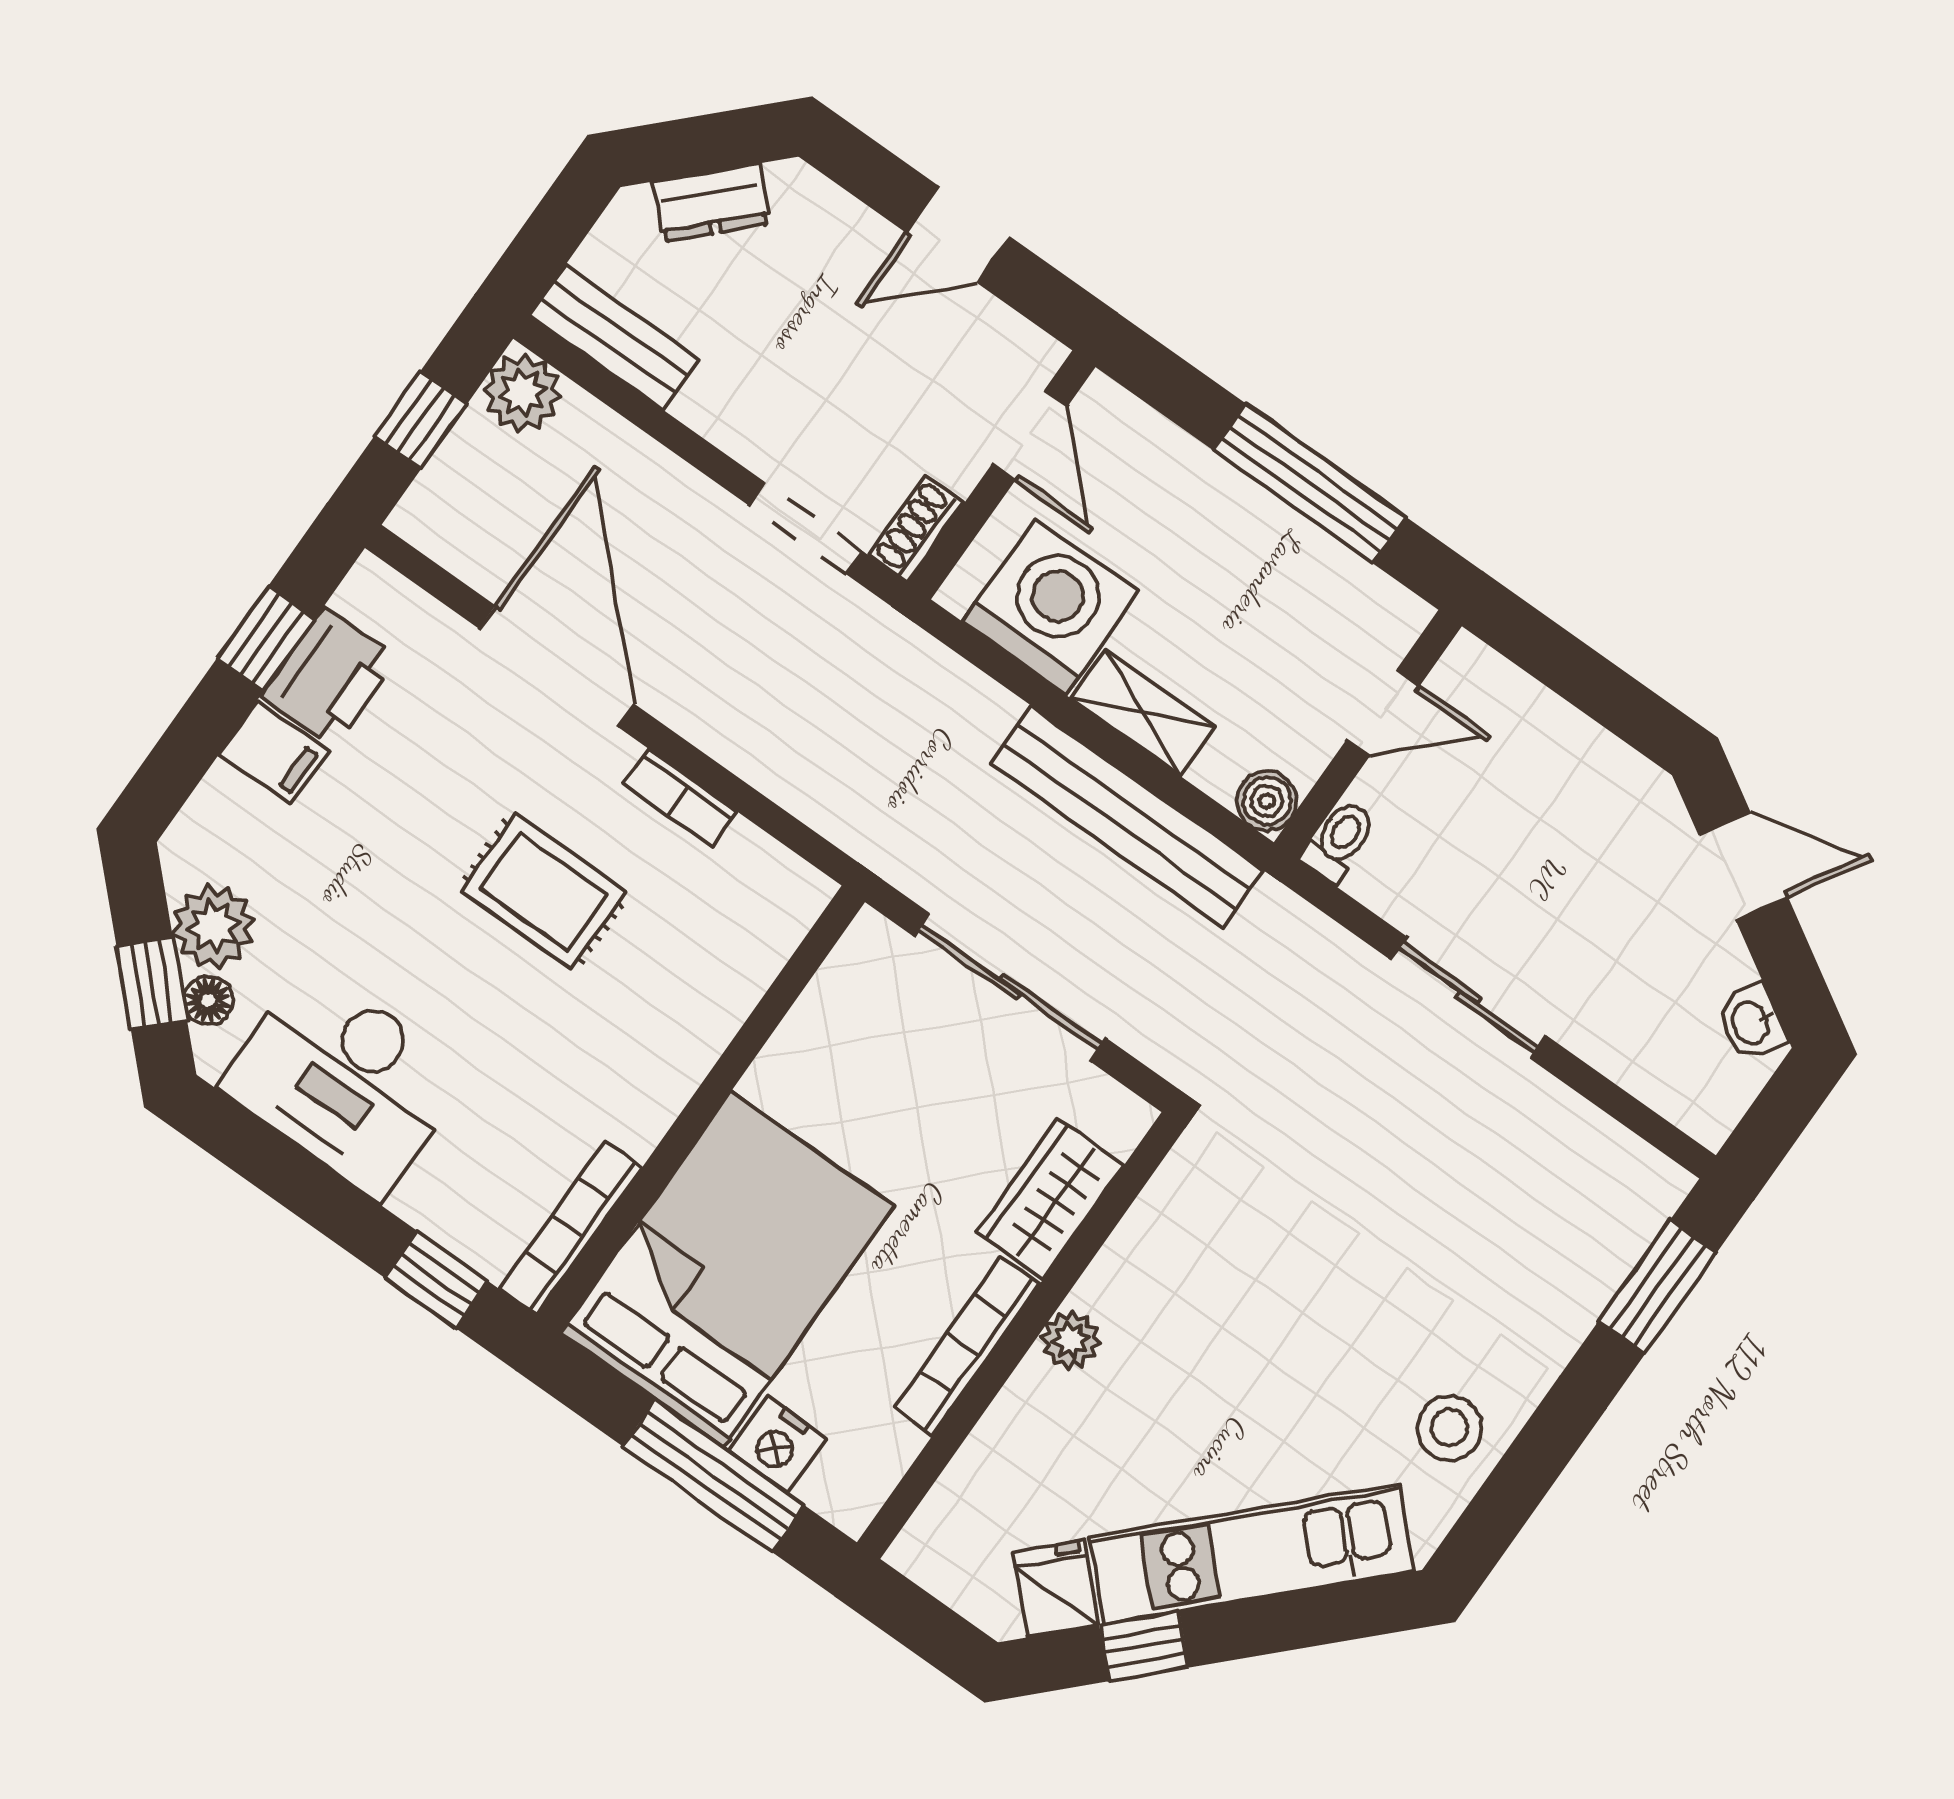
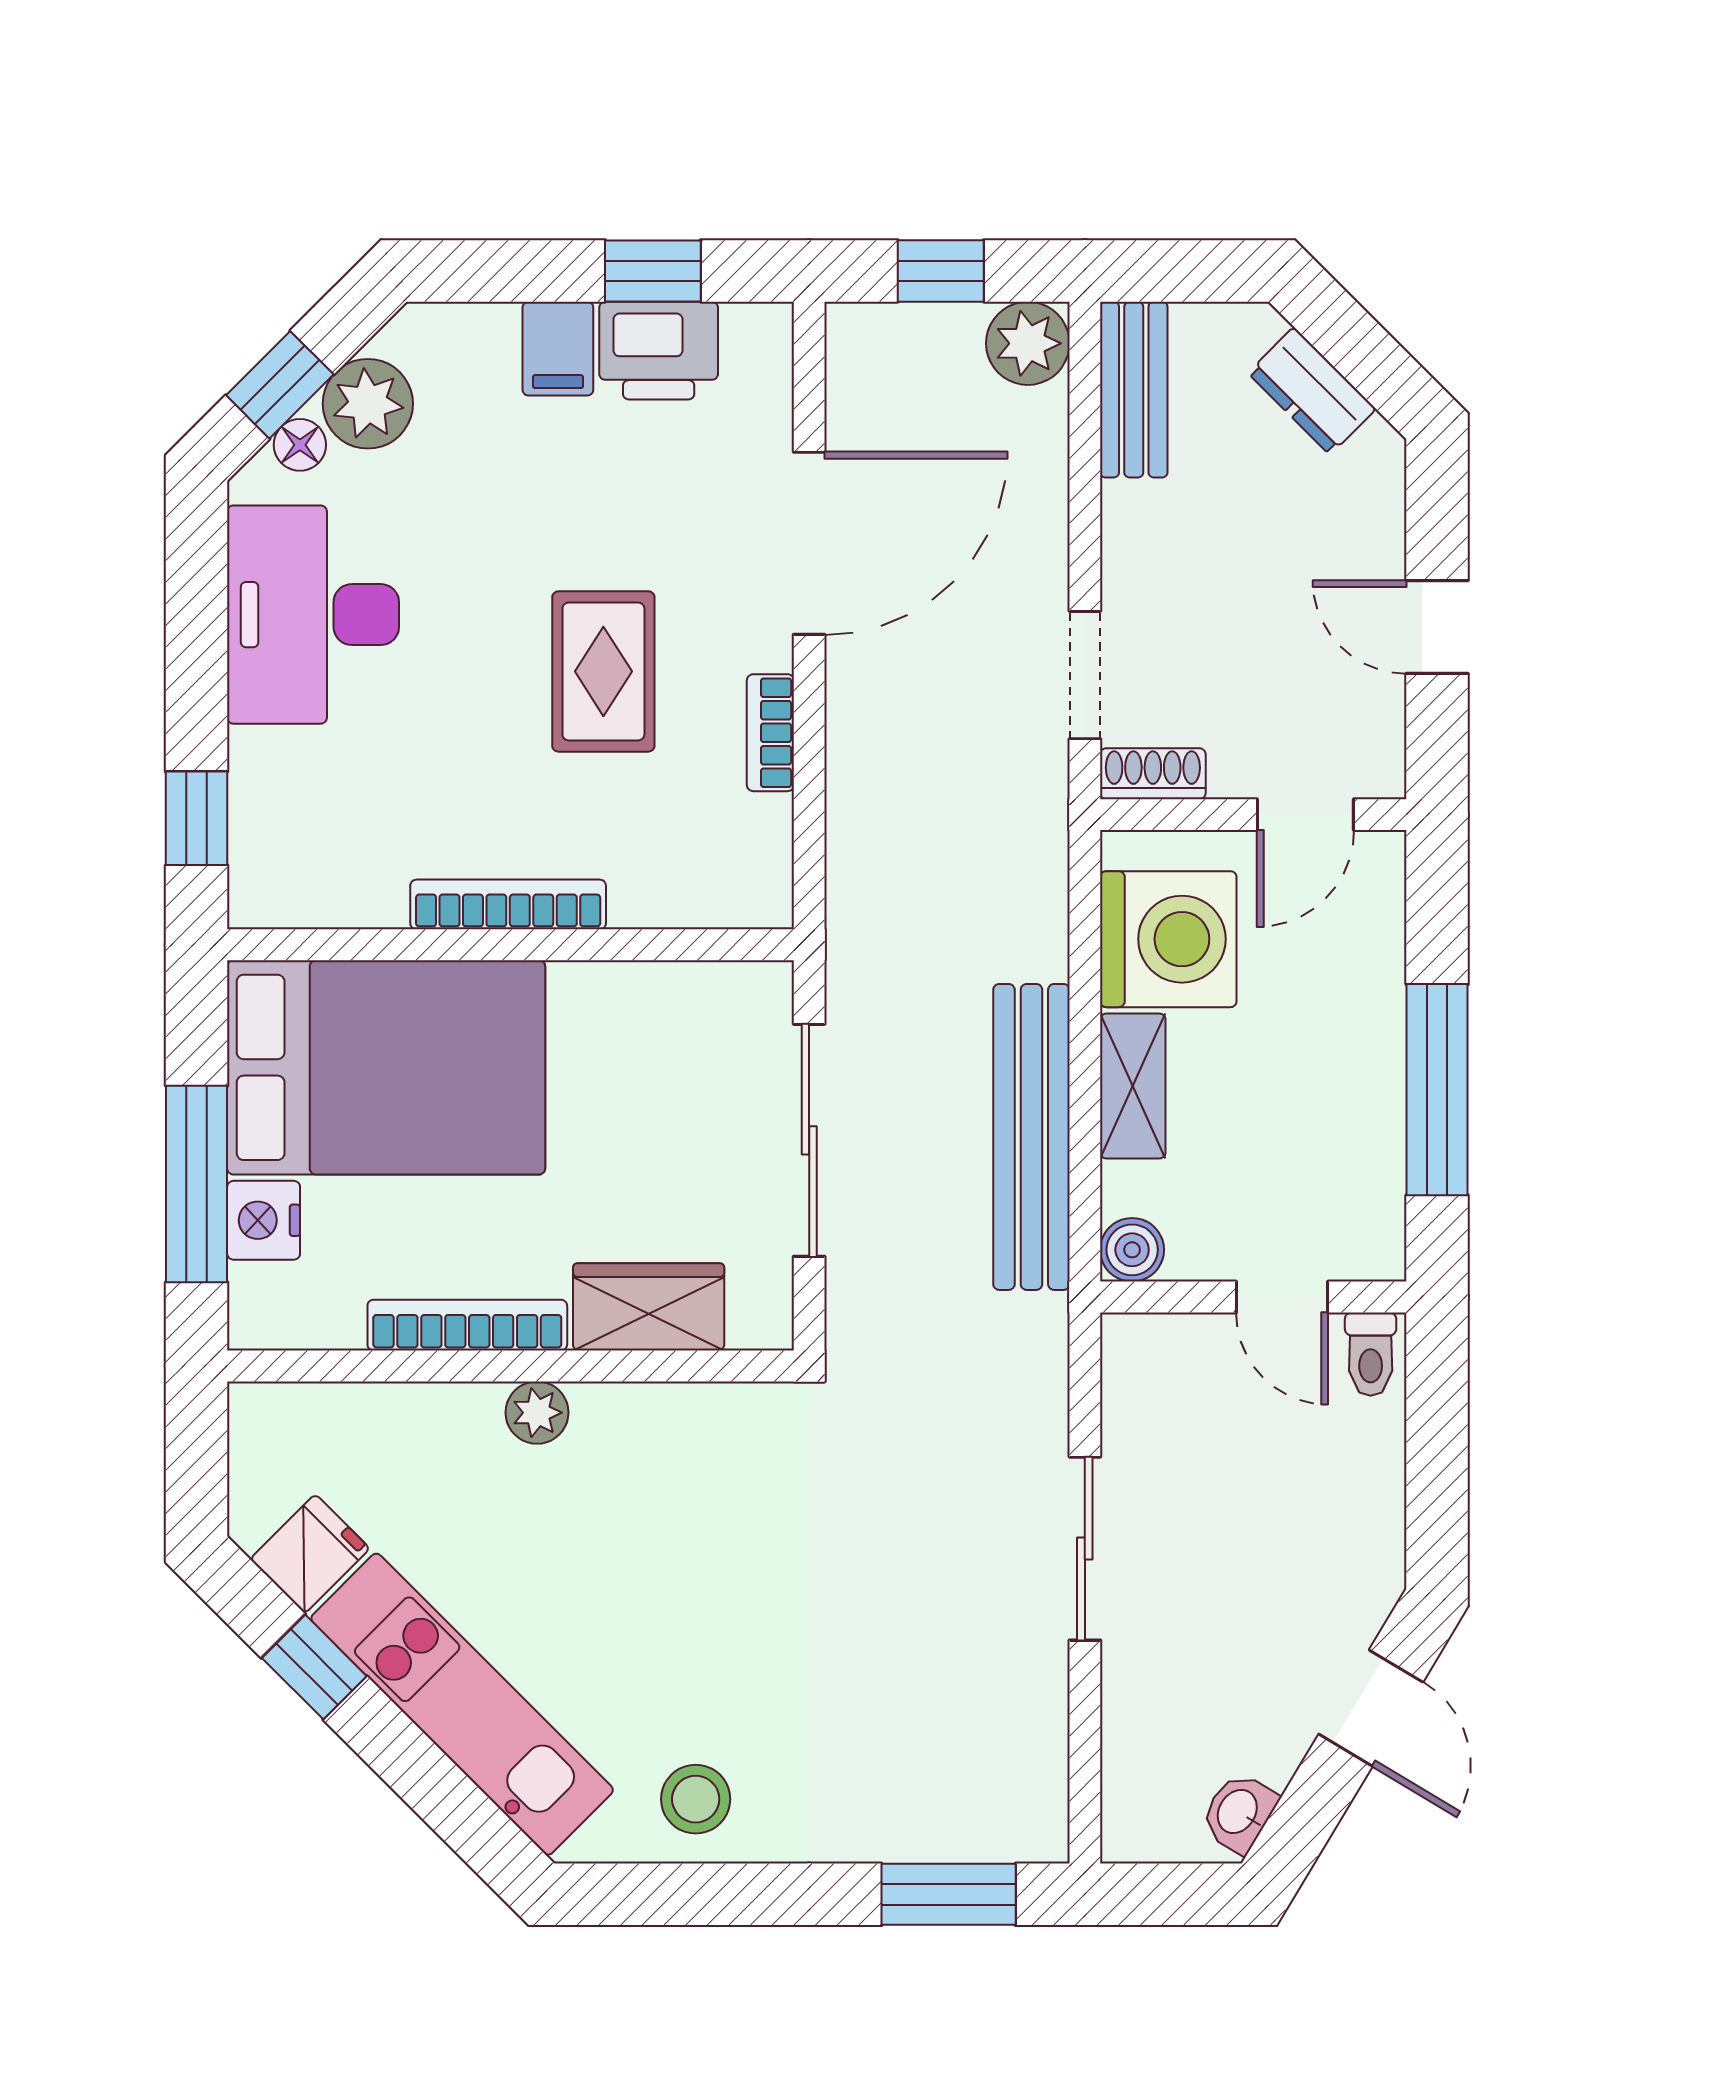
toilet: (1339, 841) -> (1371, 1354), moved, turned 90
bookcase: (571, 1228) -> (508, 904), moved

